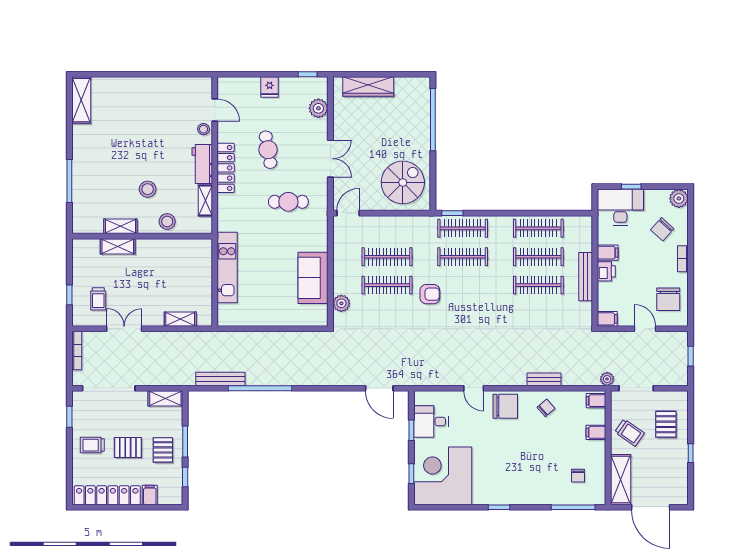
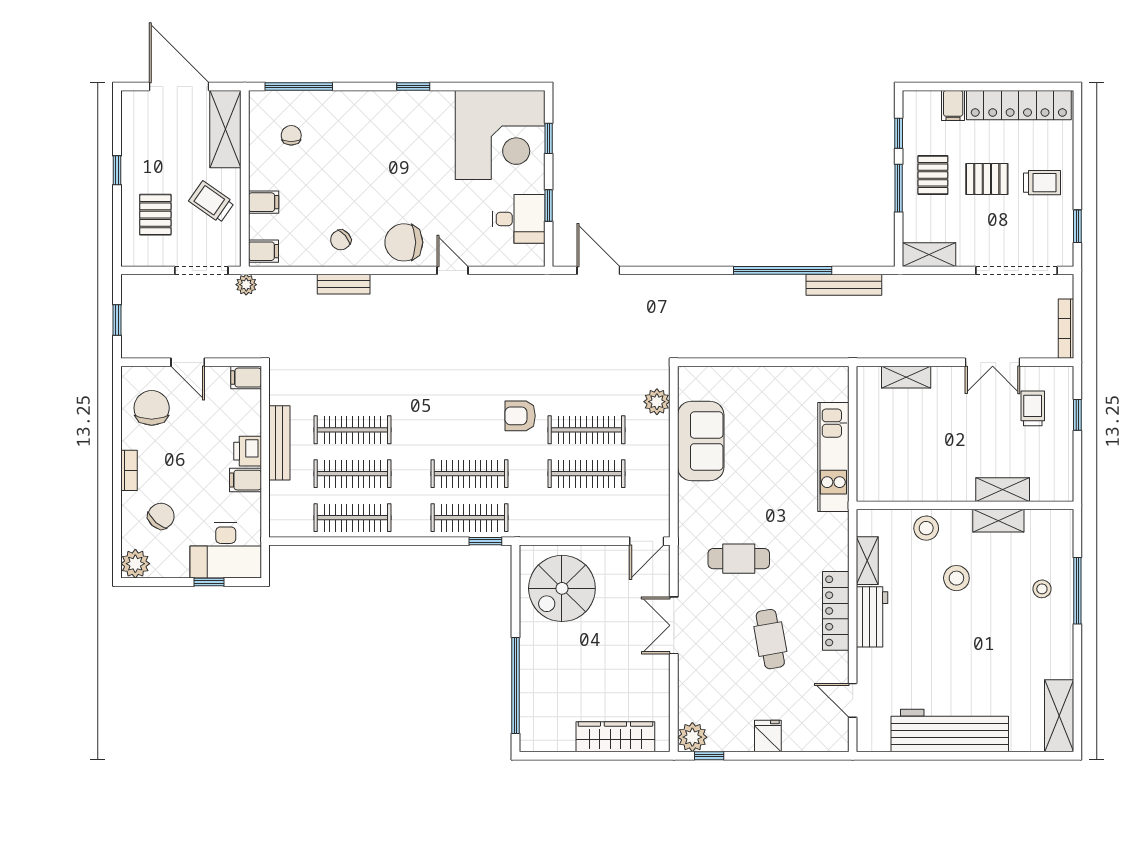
workbench: (152, 91) -> (950, 731), added
plant: (318, 108) -> (692, 737), moved
stool: (203, 129) -> (1042, 589), moved

